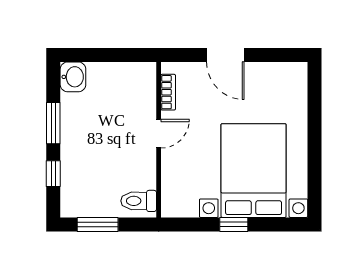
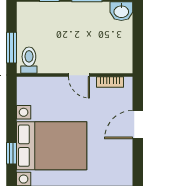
window: (98, 224) -> (11, 48), moved
window: (234, 224) -> (11, 153), moved

